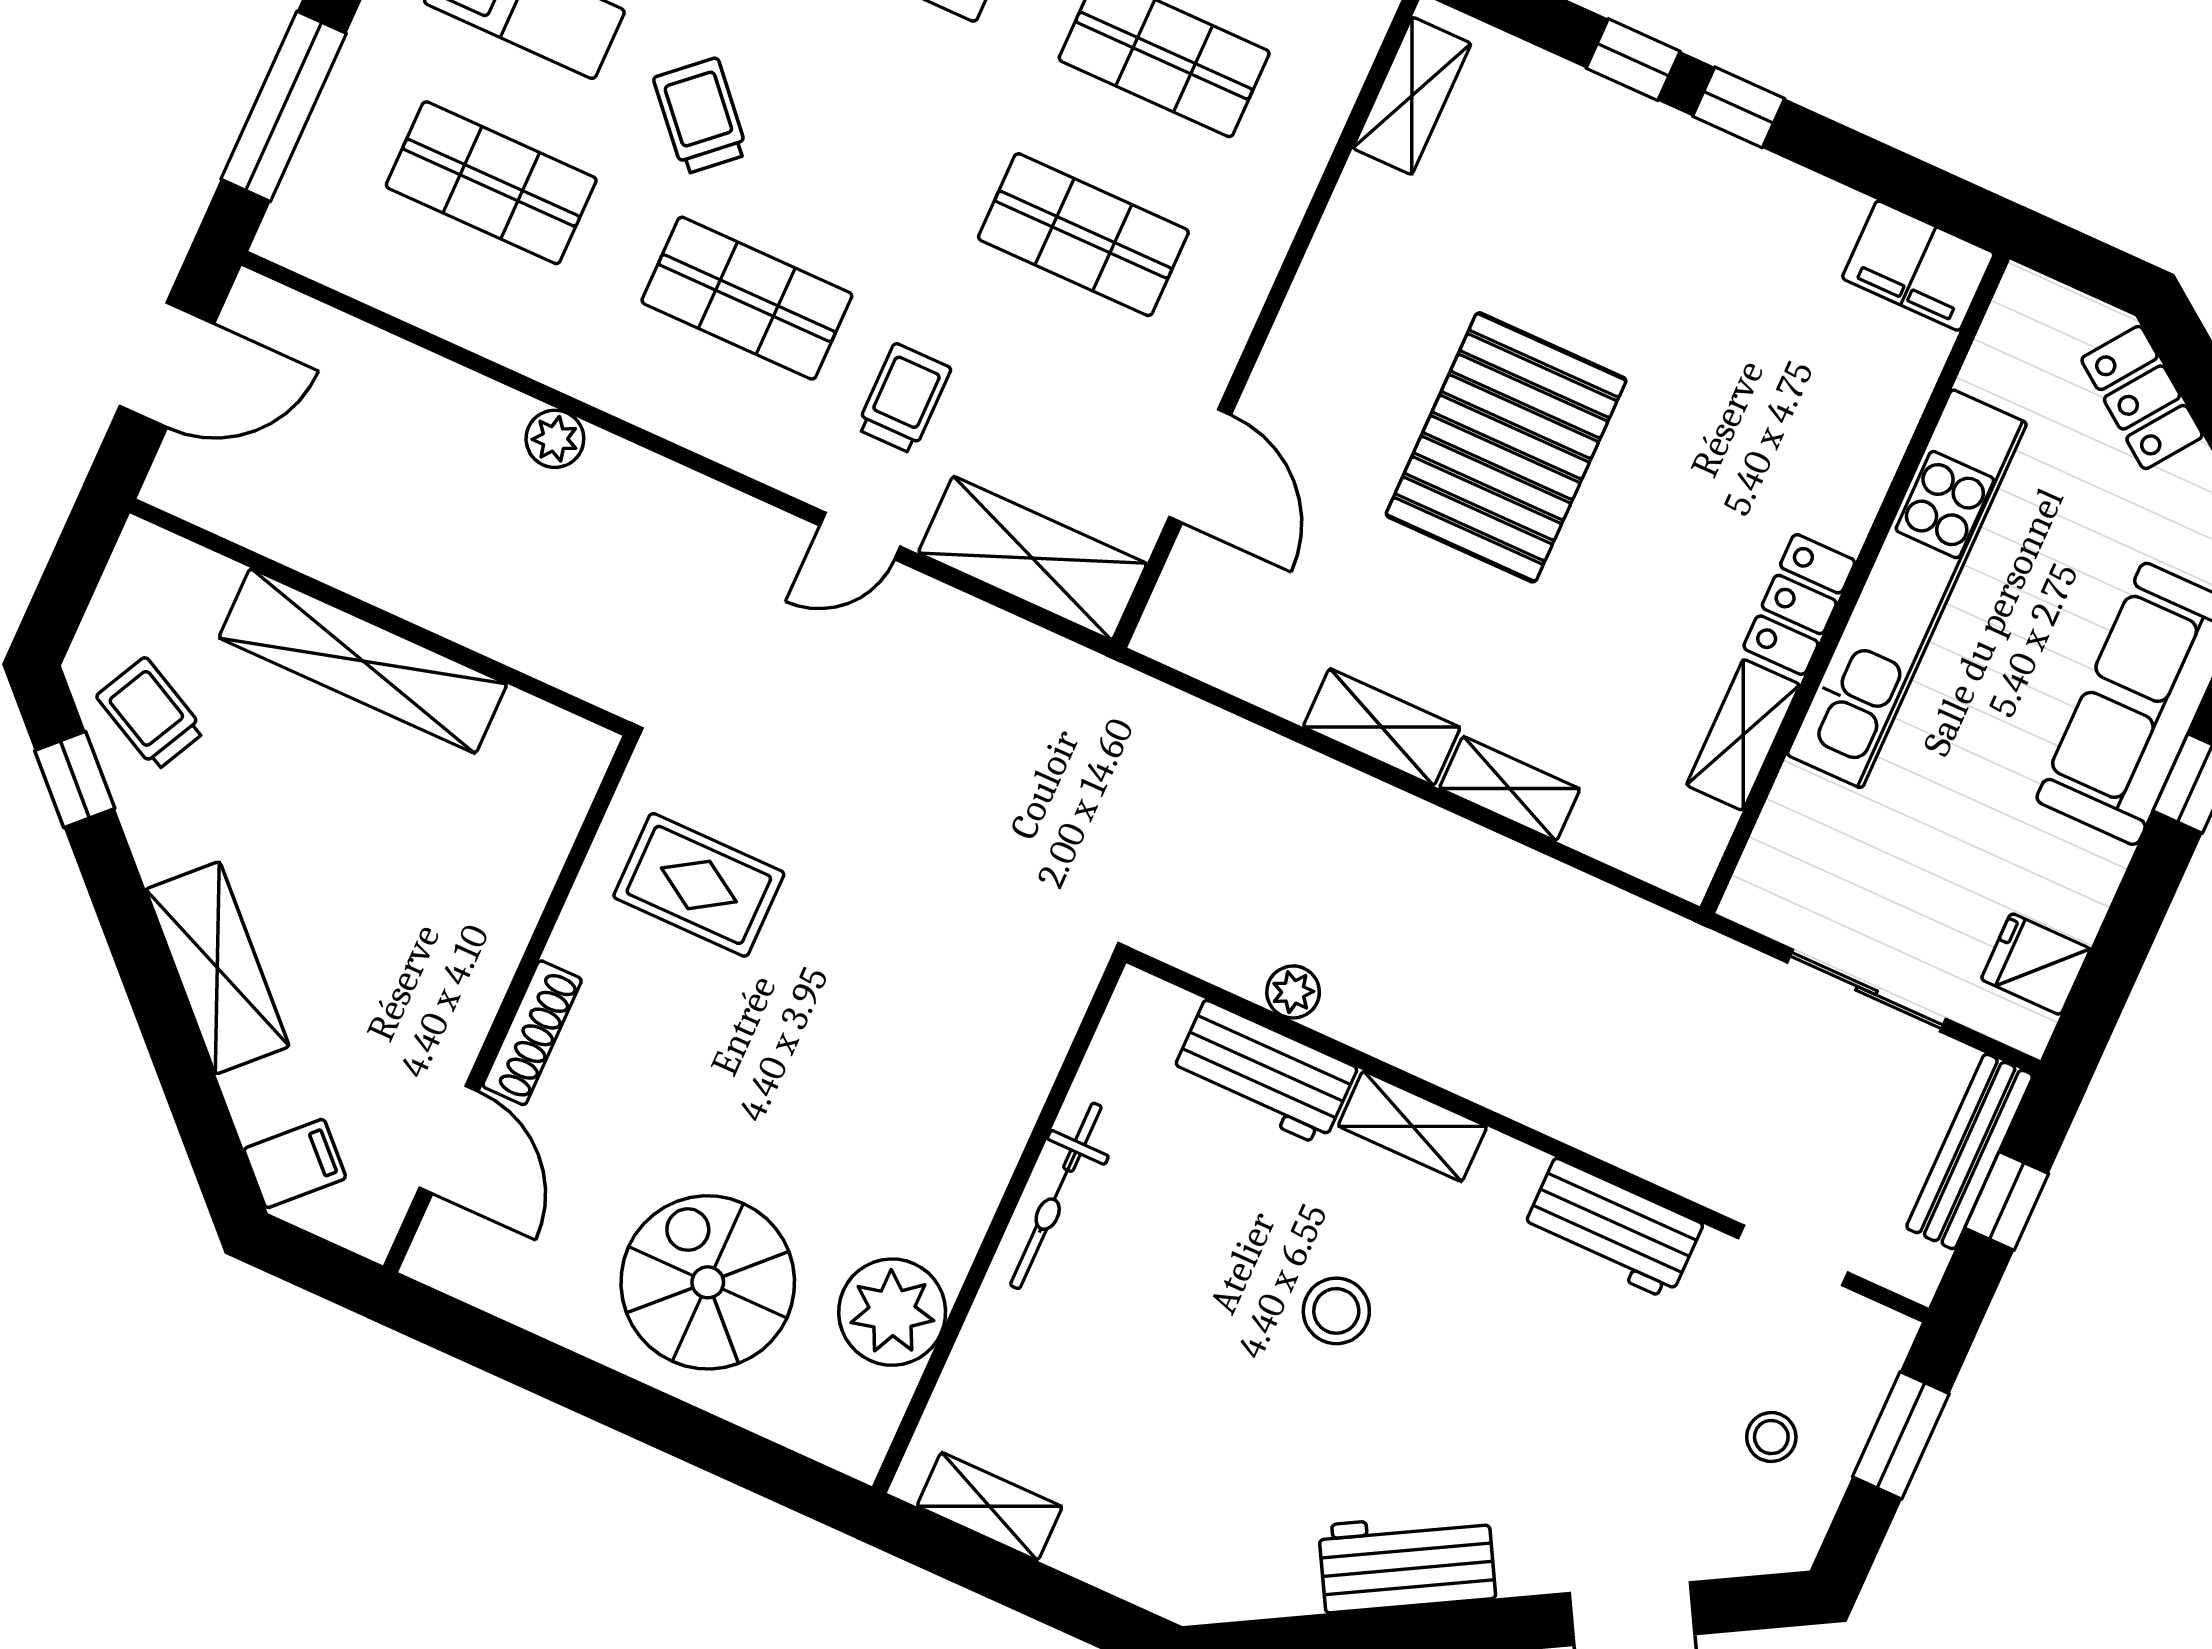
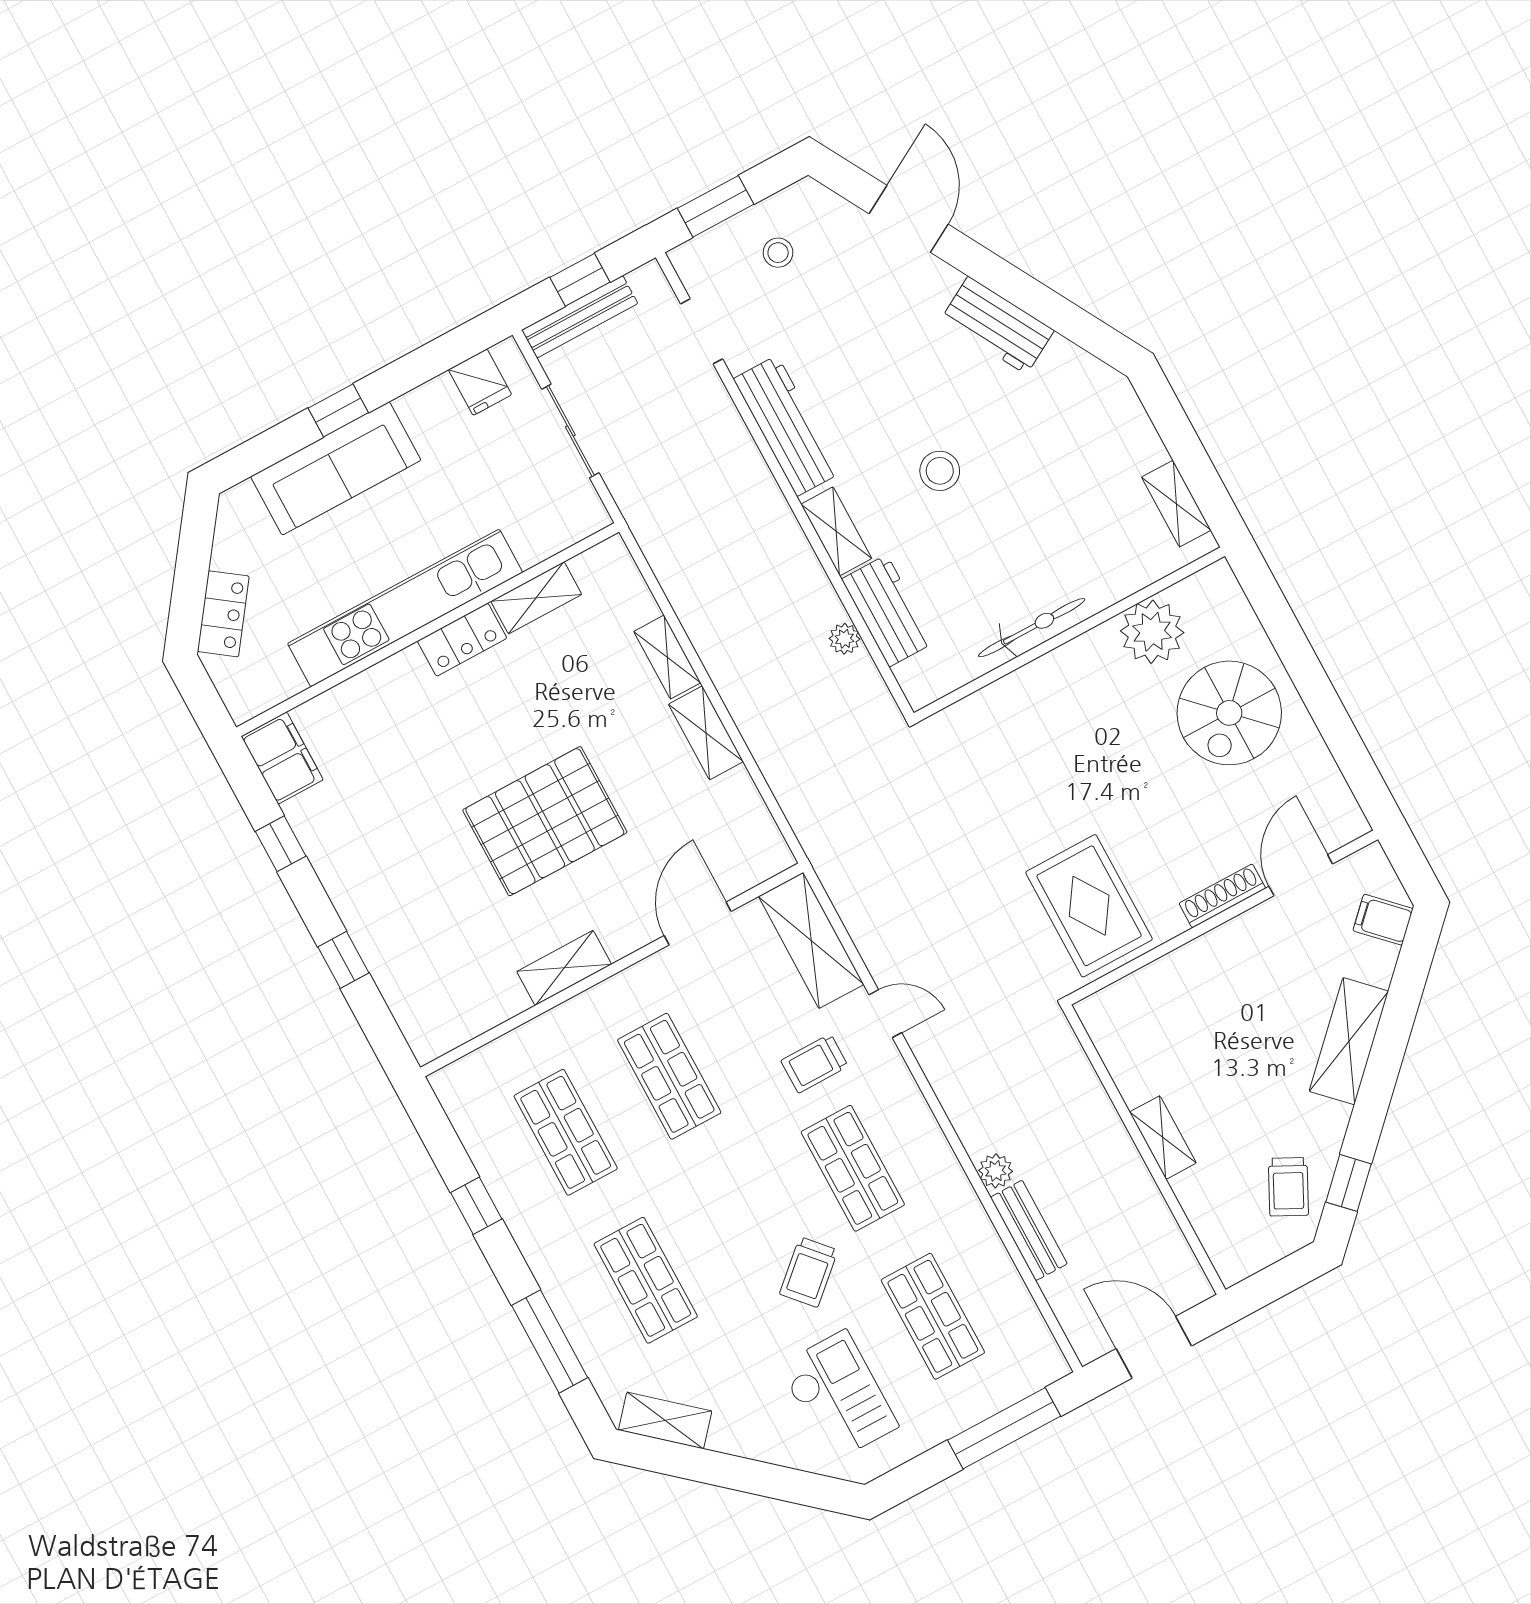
shelving: (1412, 96) -> (564, 968), moved
window: (1739, 107) -> (281, 844), moved
bench: (451, 394) -> (1029, 1230), added
shelving: (363, 661) -> (1163, 1138), width x0.45, depth x0.75
rug: (699, 885) -> (1089, 906), width x1.36, depth x1.43
workbench: (1612, 1229) -> (787, 426), width x1.38

